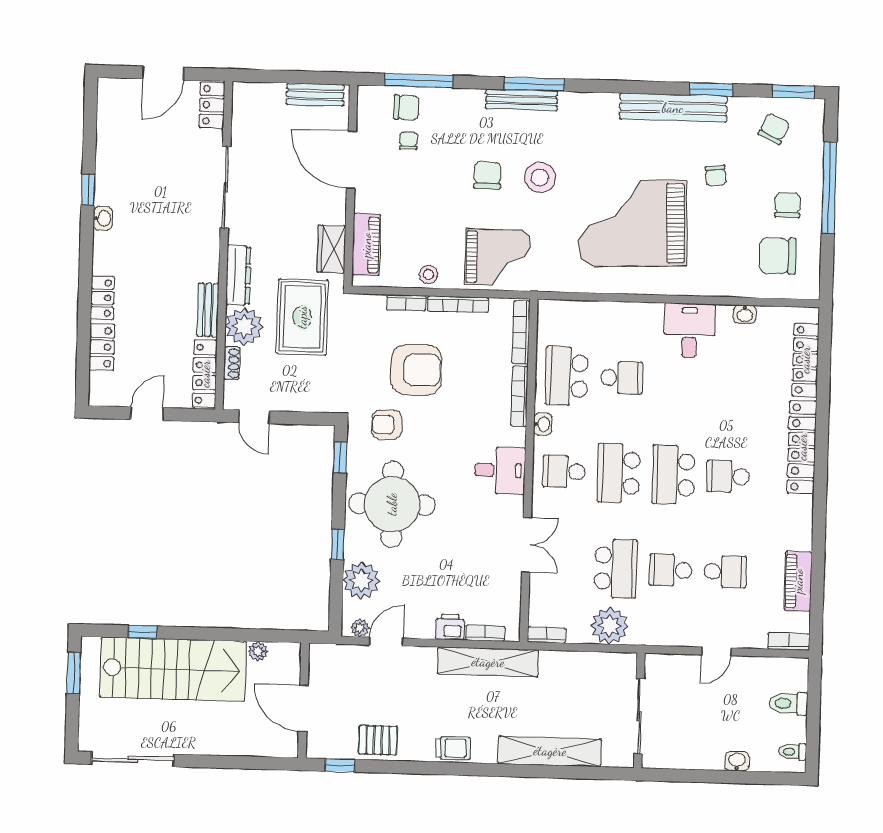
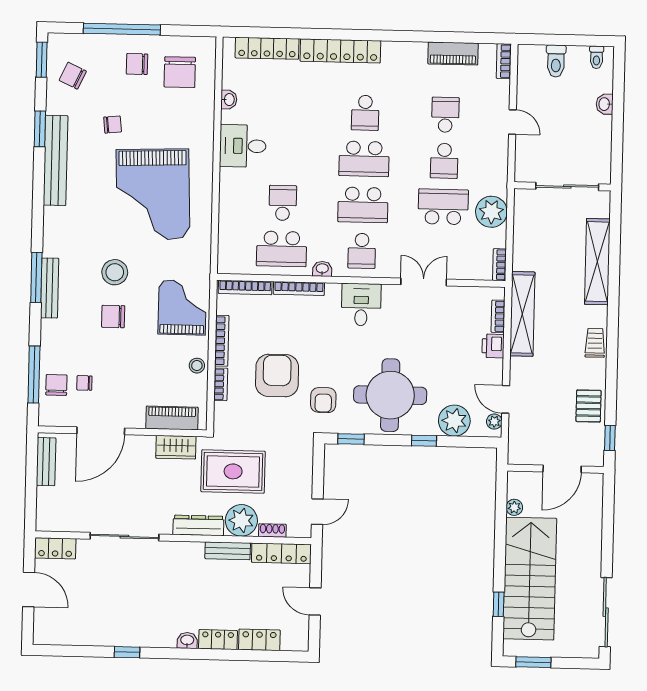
washbasin: (103, 218) -> (187, 640), moved

